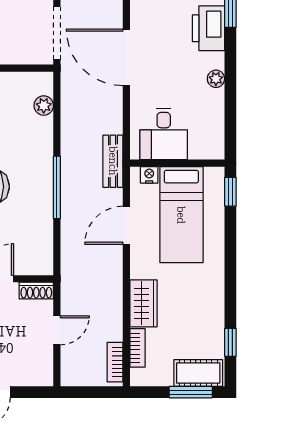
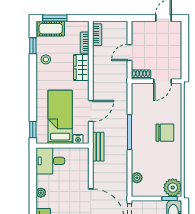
desk: (164, 134) -> (50, 161), moved, turned -90
stool: (207, 318) -> (46, 59), added

